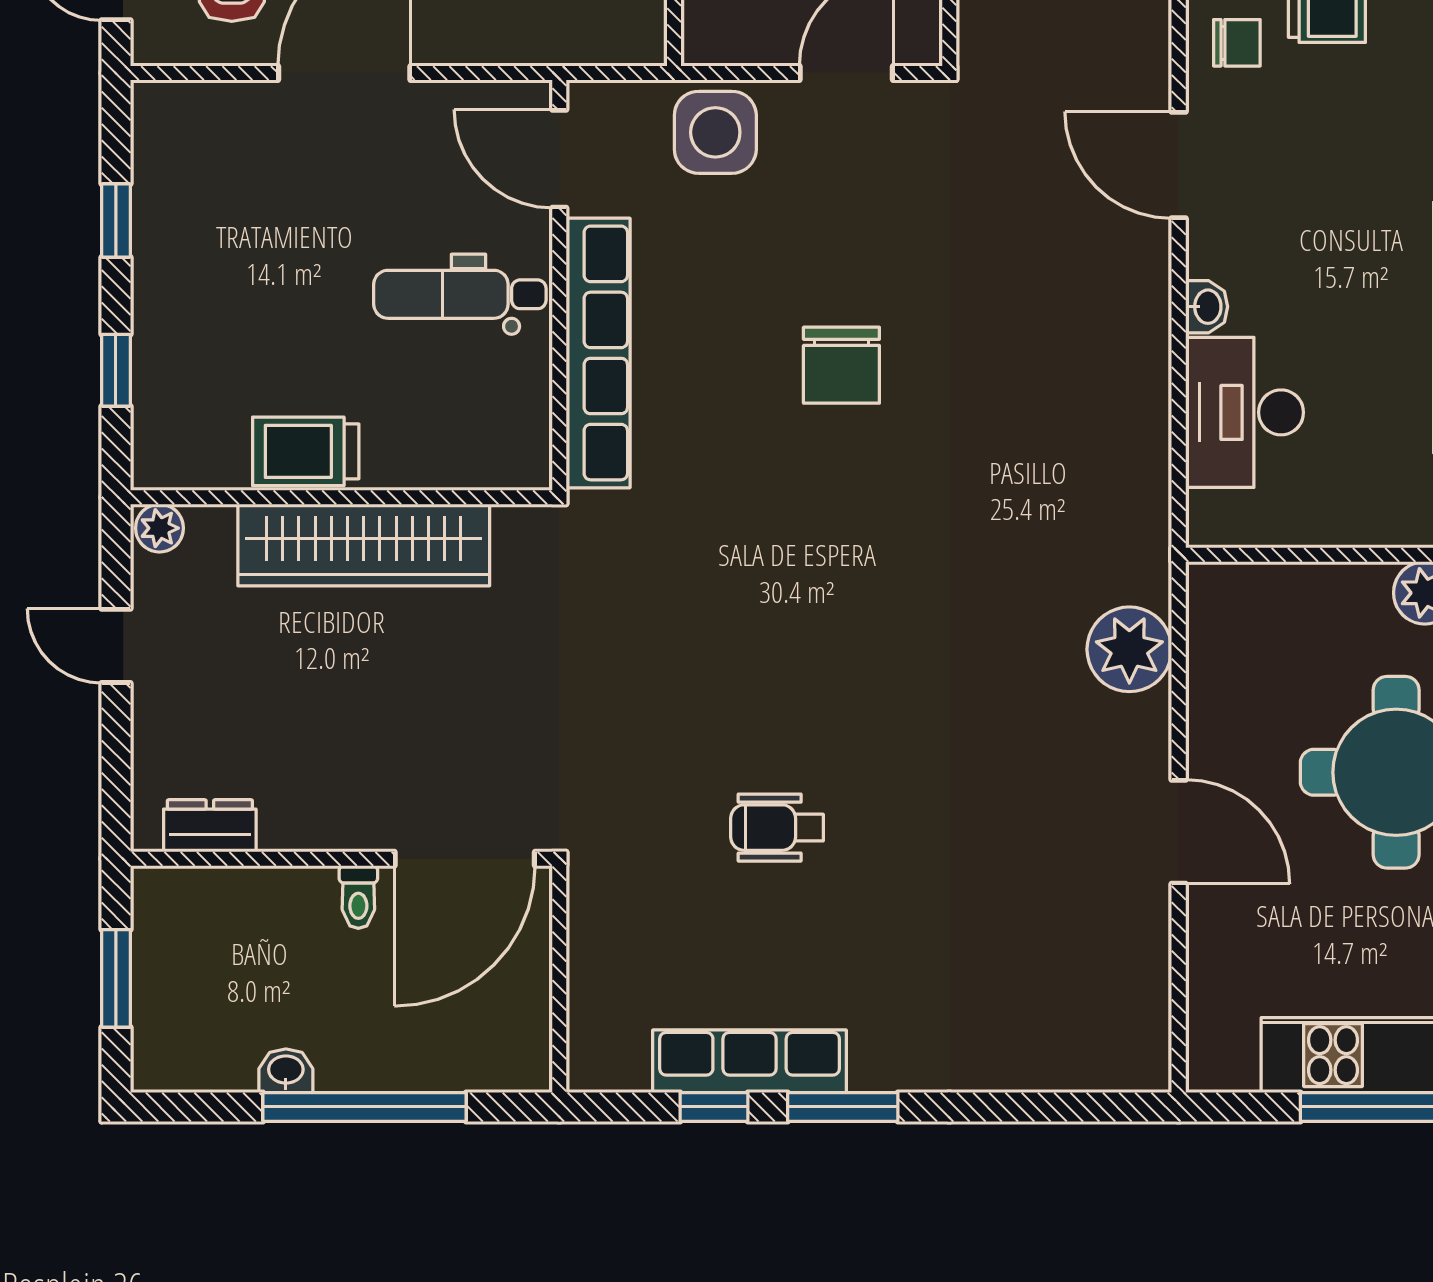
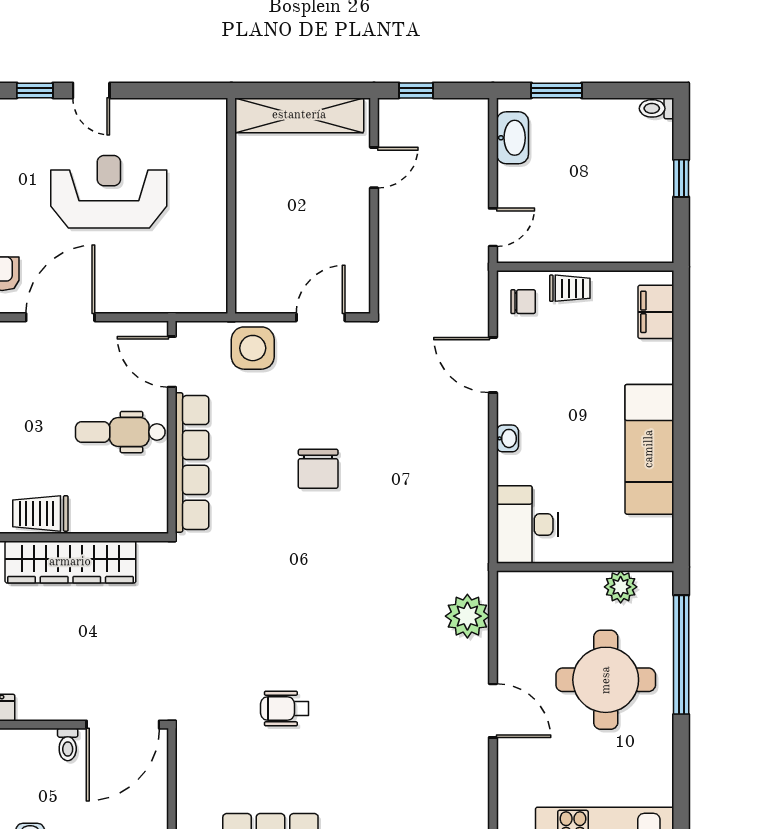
desk: (1244, 412) -> (527, 525), moved

